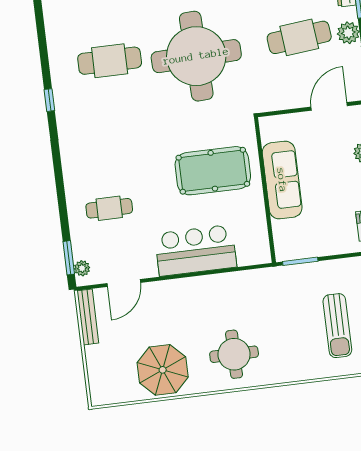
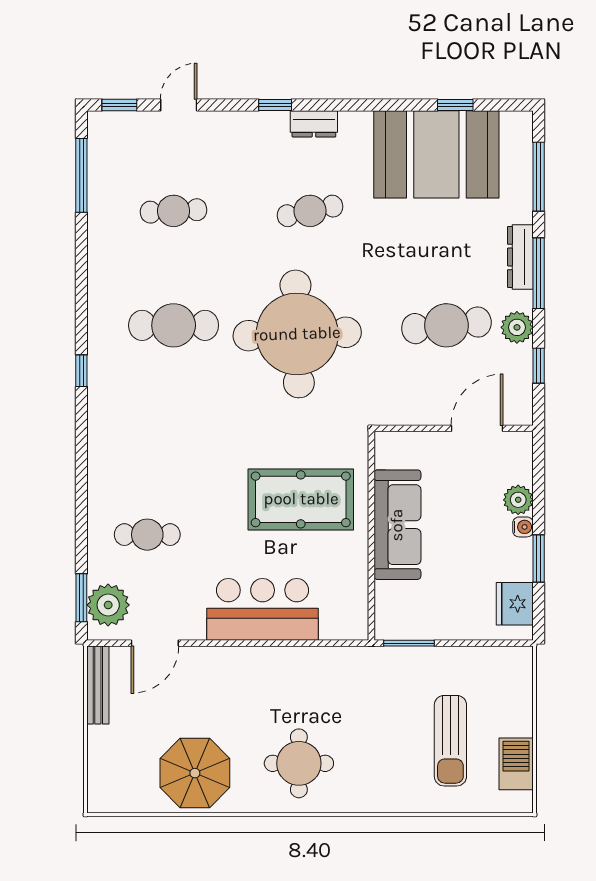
plant: (82, 268) -> (108, 605), width x1.88, depth x1.88

